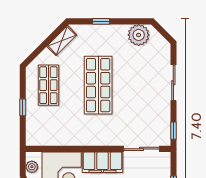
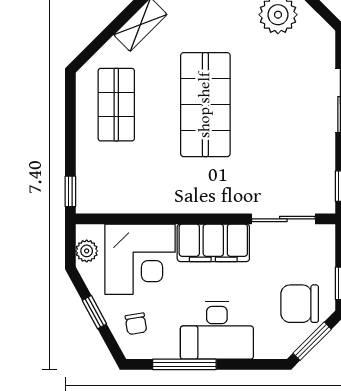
window: (23, 107) -> (70, 191), moved

